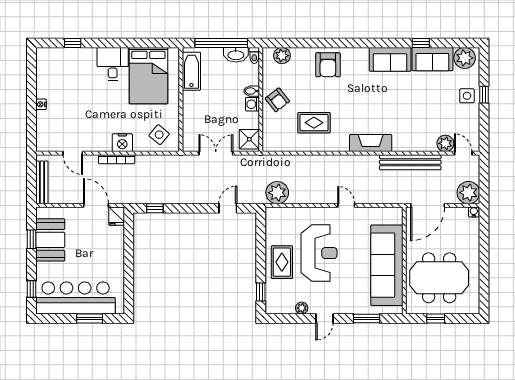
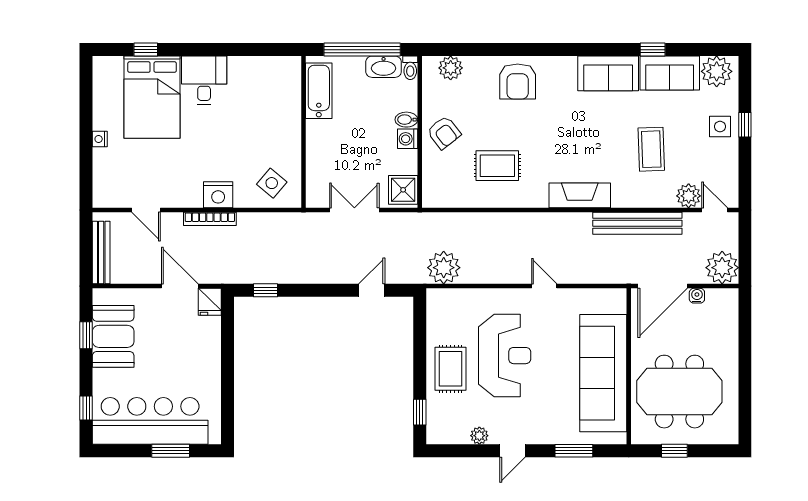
bed: (148, 76) -> (152, 97), moved
coffee table: (420, 111) -> (651, 149), added
water cooler: (474, 212) -> (697, 296), moved

